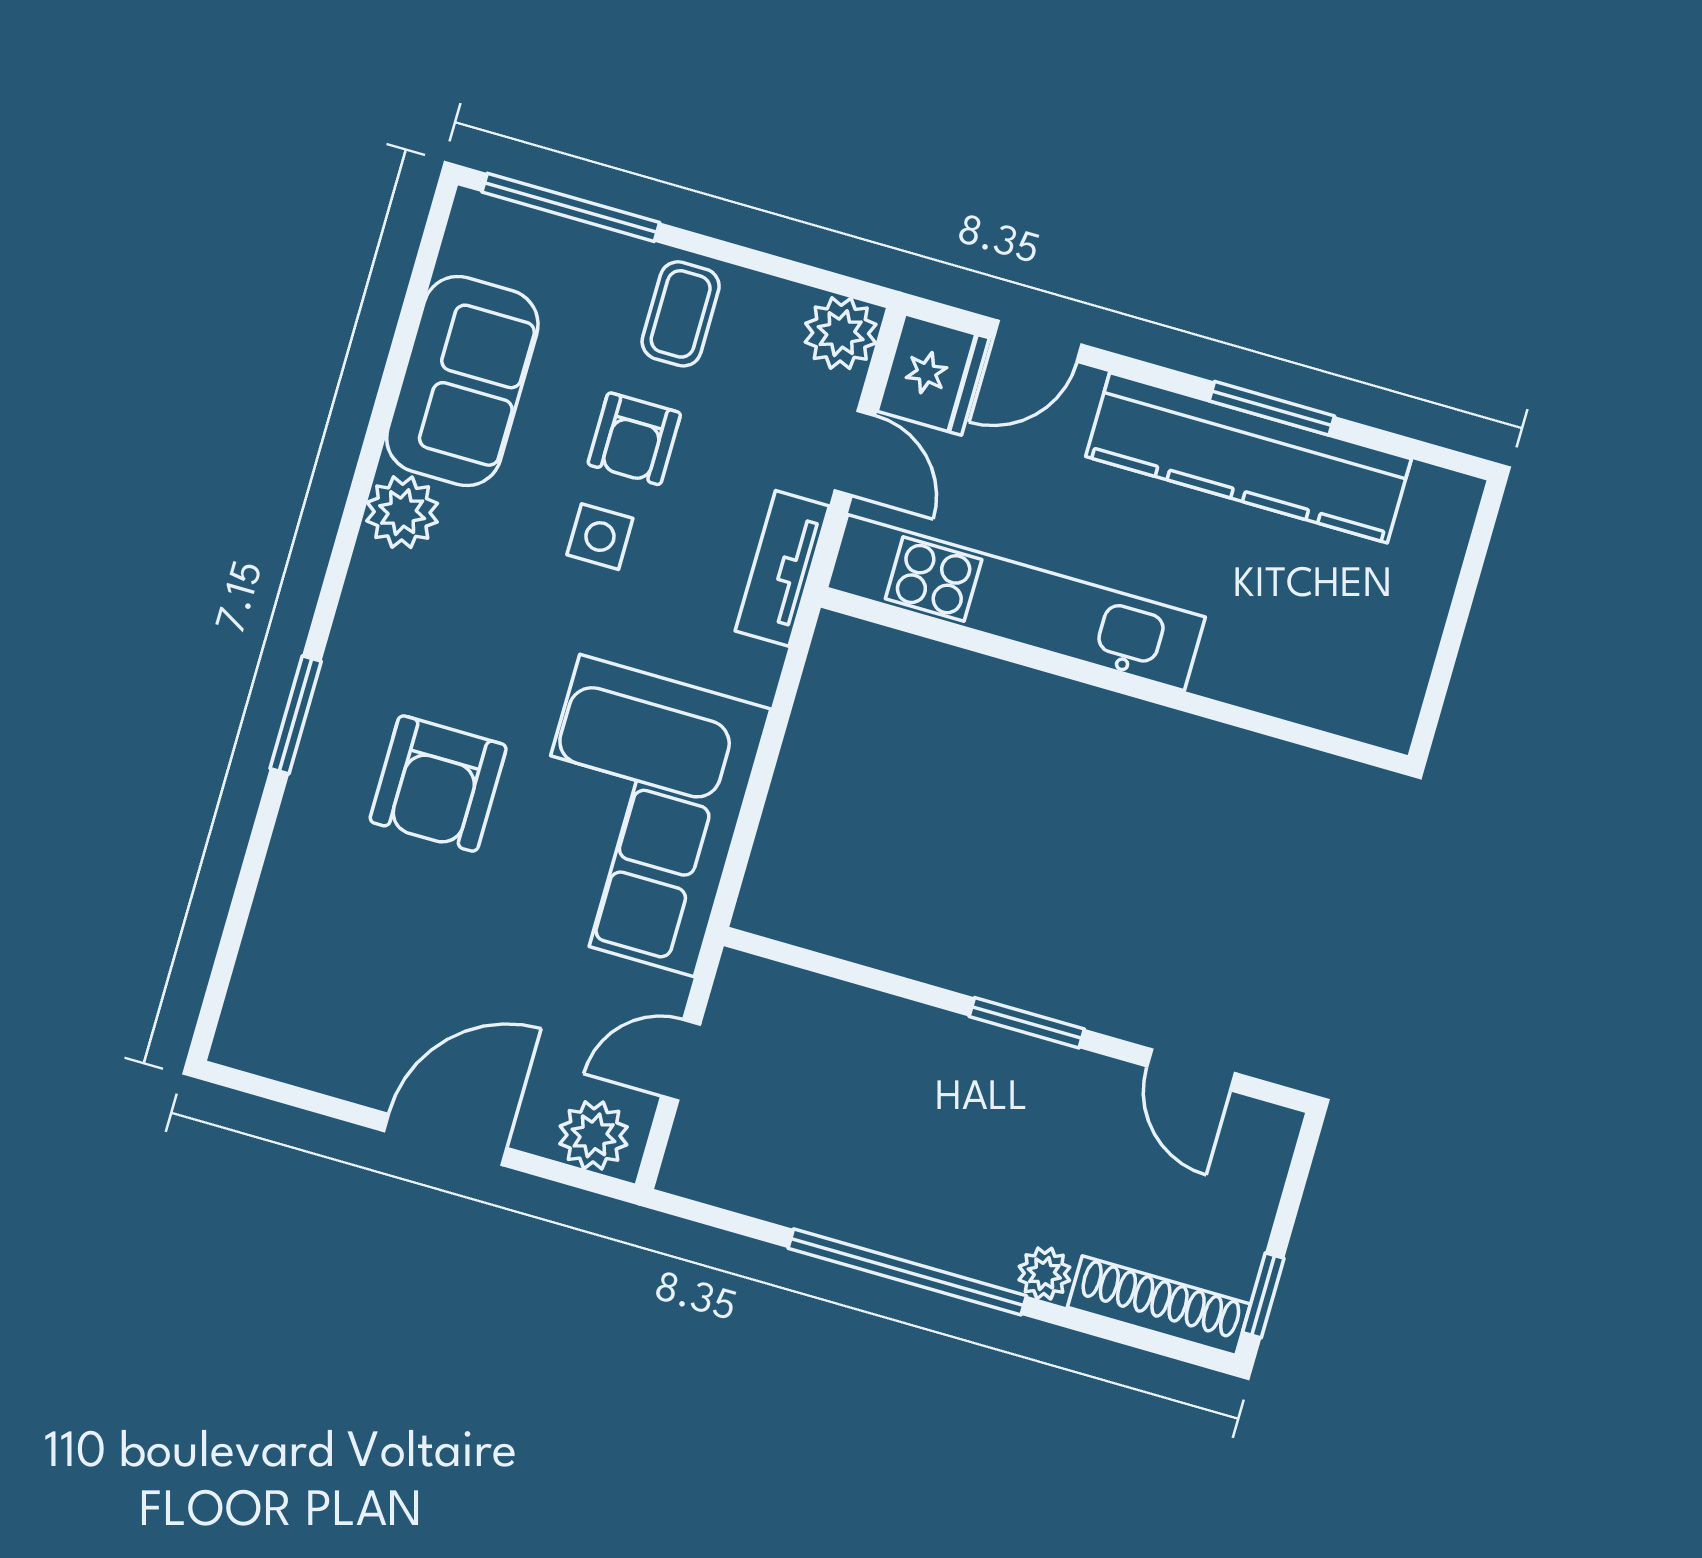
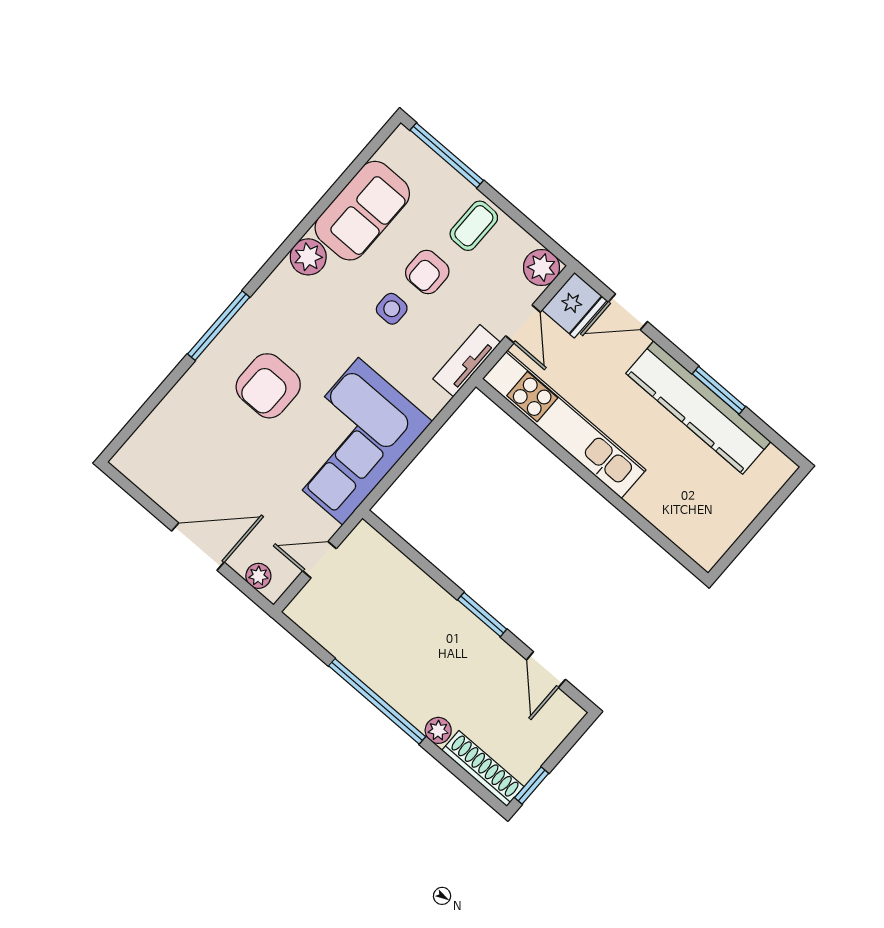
window: (296, 715) -> (219, 326), width x1.44
plant: (594, 1135) -> (258, 576), width x0.73, depth x0.73

